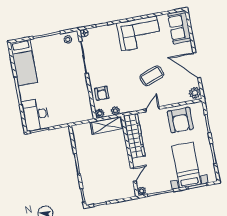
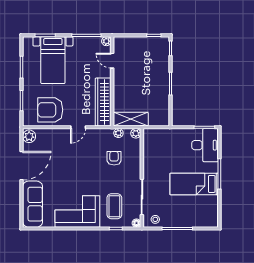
sofa: (179, 27) -> (33, 204), width x1.36
bed: (24, 63) -> (194, 184), moved, turned -90
door: (197, 65) -> (21, 166), hinge flipped
coffee table: (152, 76) -> (114, 206), moved, turned -70
armchair: (102, 93) -> (114, 158), moved
armchair: (180, 120) -> (50, 110), turned -90
door: (133, 175) -> (112, 61), hinge flipped

